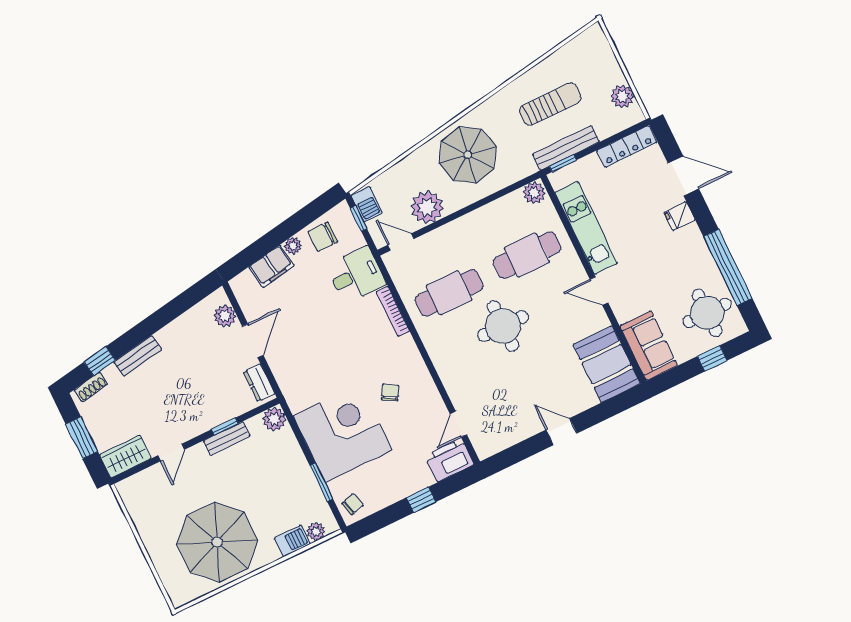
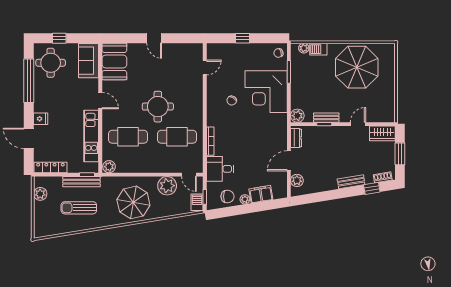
printer: (449, 460) -> (218, 51), removed

